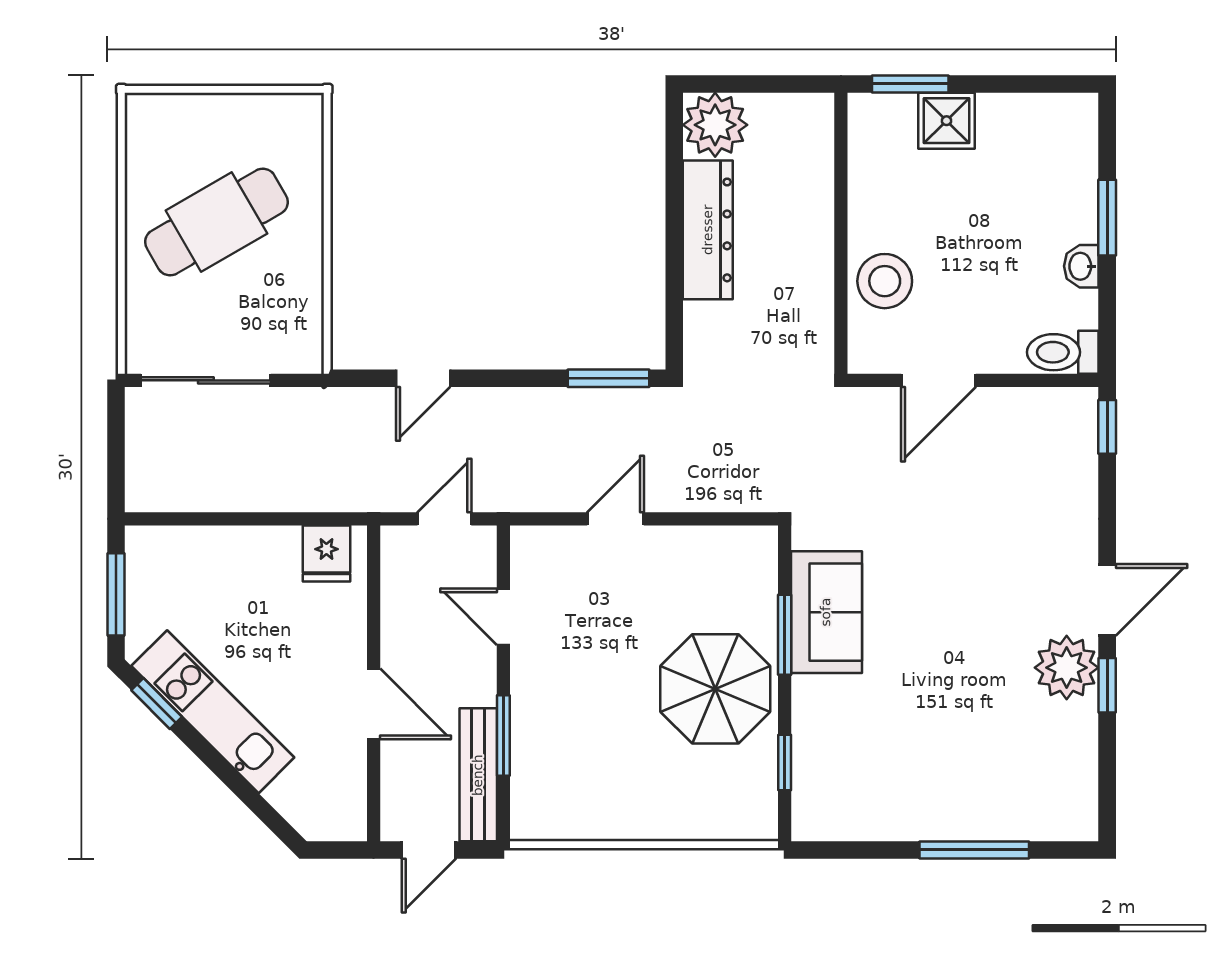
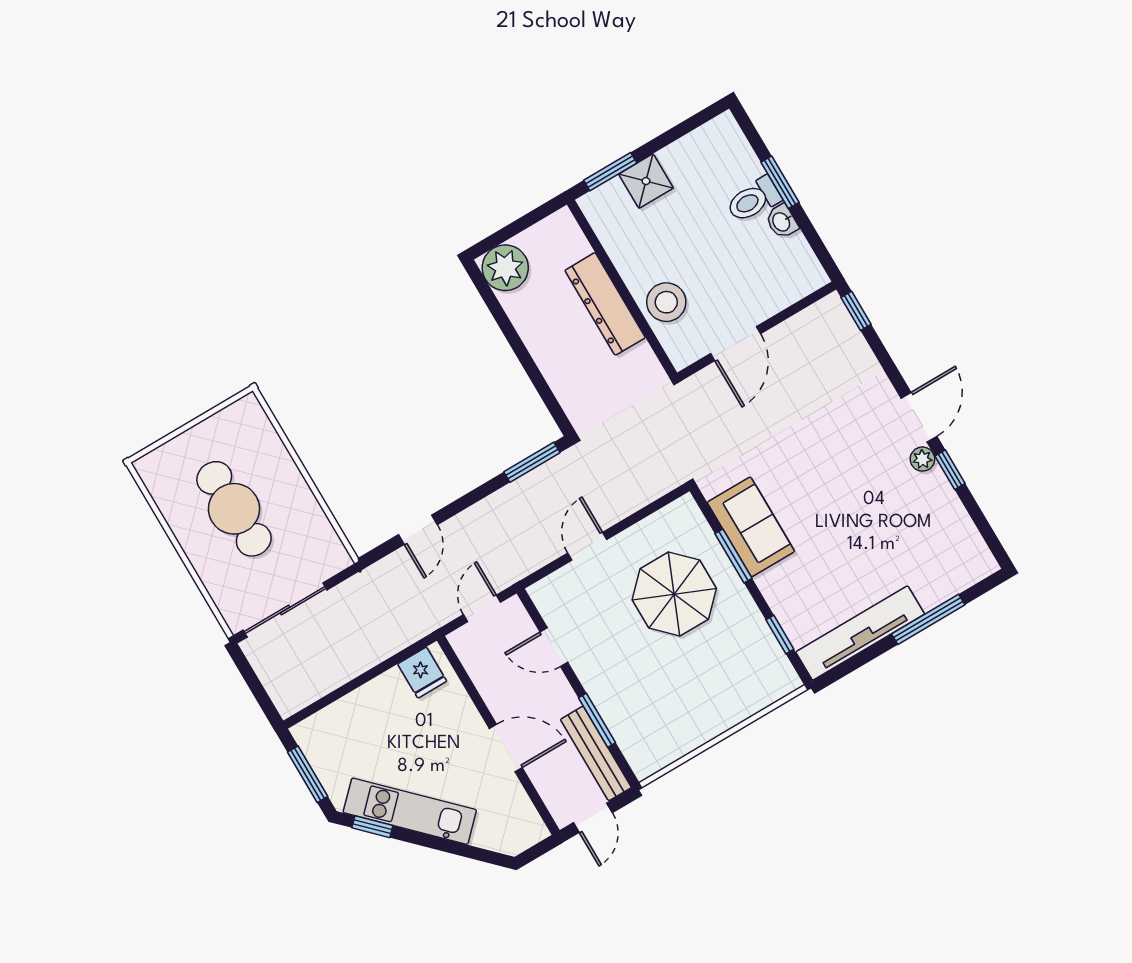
cafe table: (216, 222) -> (234, 509), turned -62
dresser: (708, 230) -> (605, 304), moved, turned 180
toilet: (1063, 352) -> (754, 200), moved
plant: (1067, 668) -> (922, 459), width x0.53, depth x0.53
parasol: (715, 689) -> (674, 594), moved
tv unit: (882, 818) -> (860, 633), added

